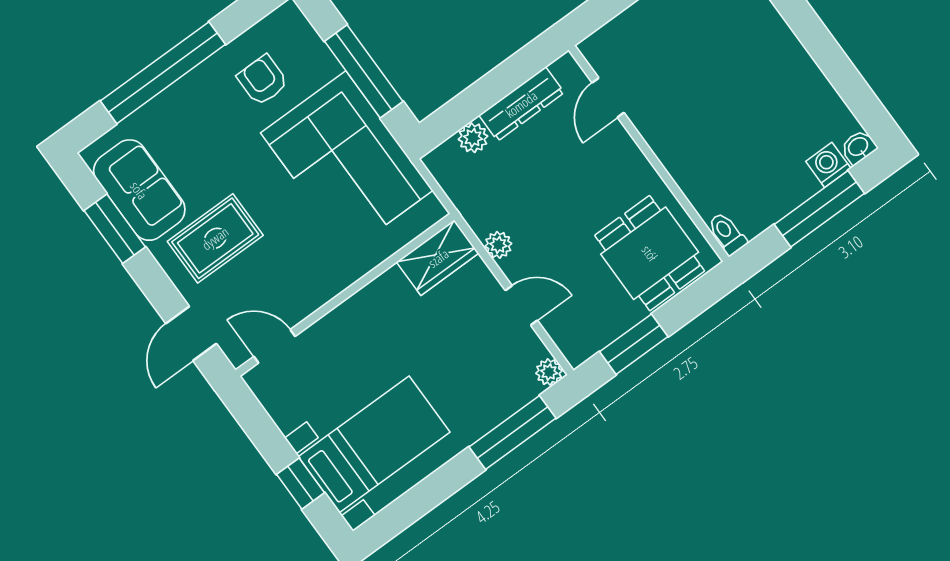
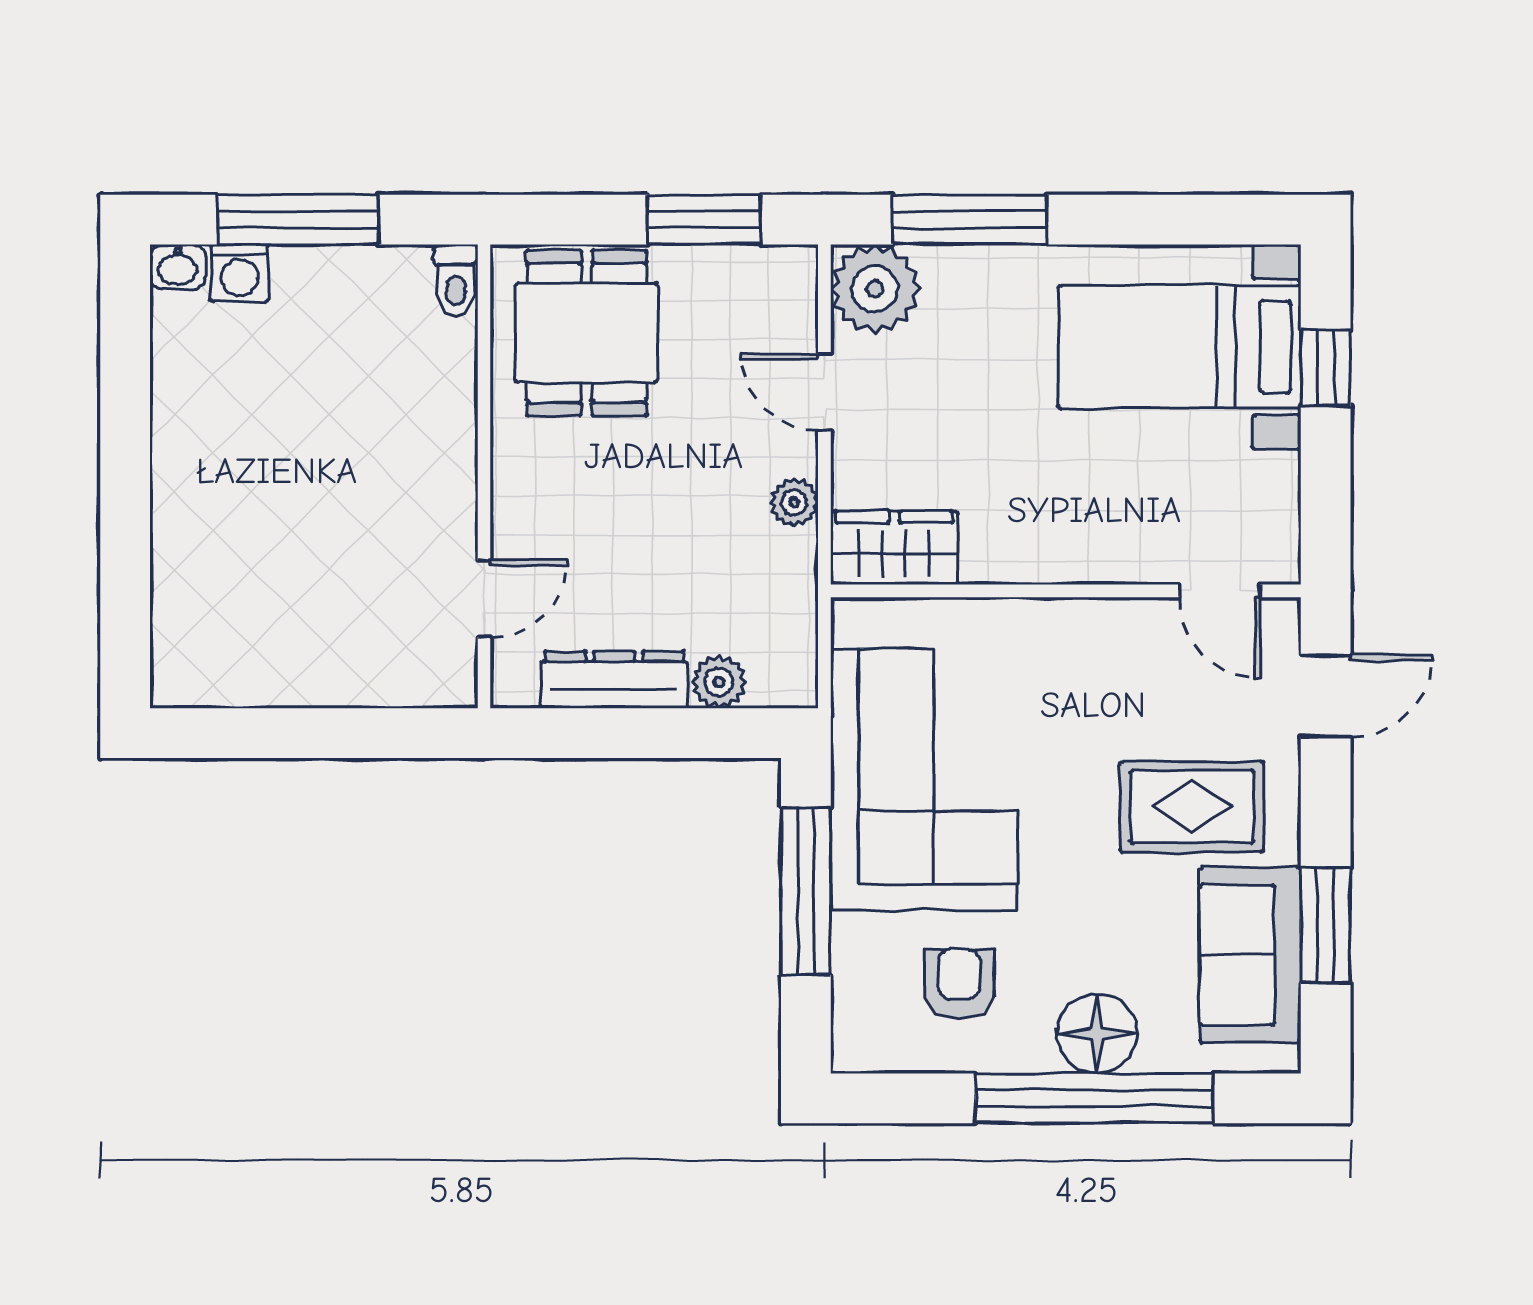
armchair: (263, 80) -> (959, 984), turned 180
floor lamp: (183, 103) -> (1097, 1034), added
plant: (549, 372) -> (875, 289), width x1.88, depth x1.88

